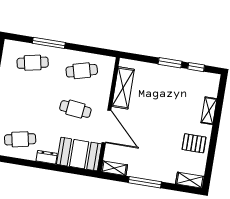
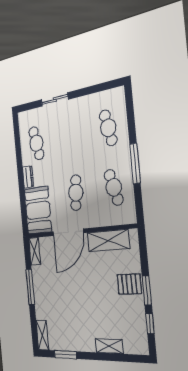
window: (49, 43) -> (135, 164), moved
pallet: (194, 143) -> (129, 284), moved, turned 90
window: (210, 159) -> (65, 355), added

